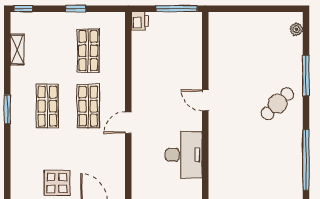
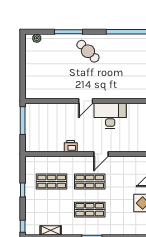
printer: (140, 21) -> (71, 146), moved
door: (128, 123) -> (101, 154), hinge flipped
desk: (184, 155) -> (110, 116), moved

